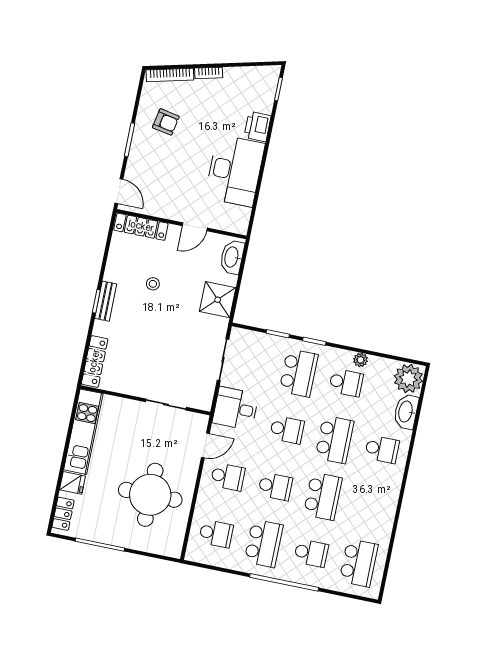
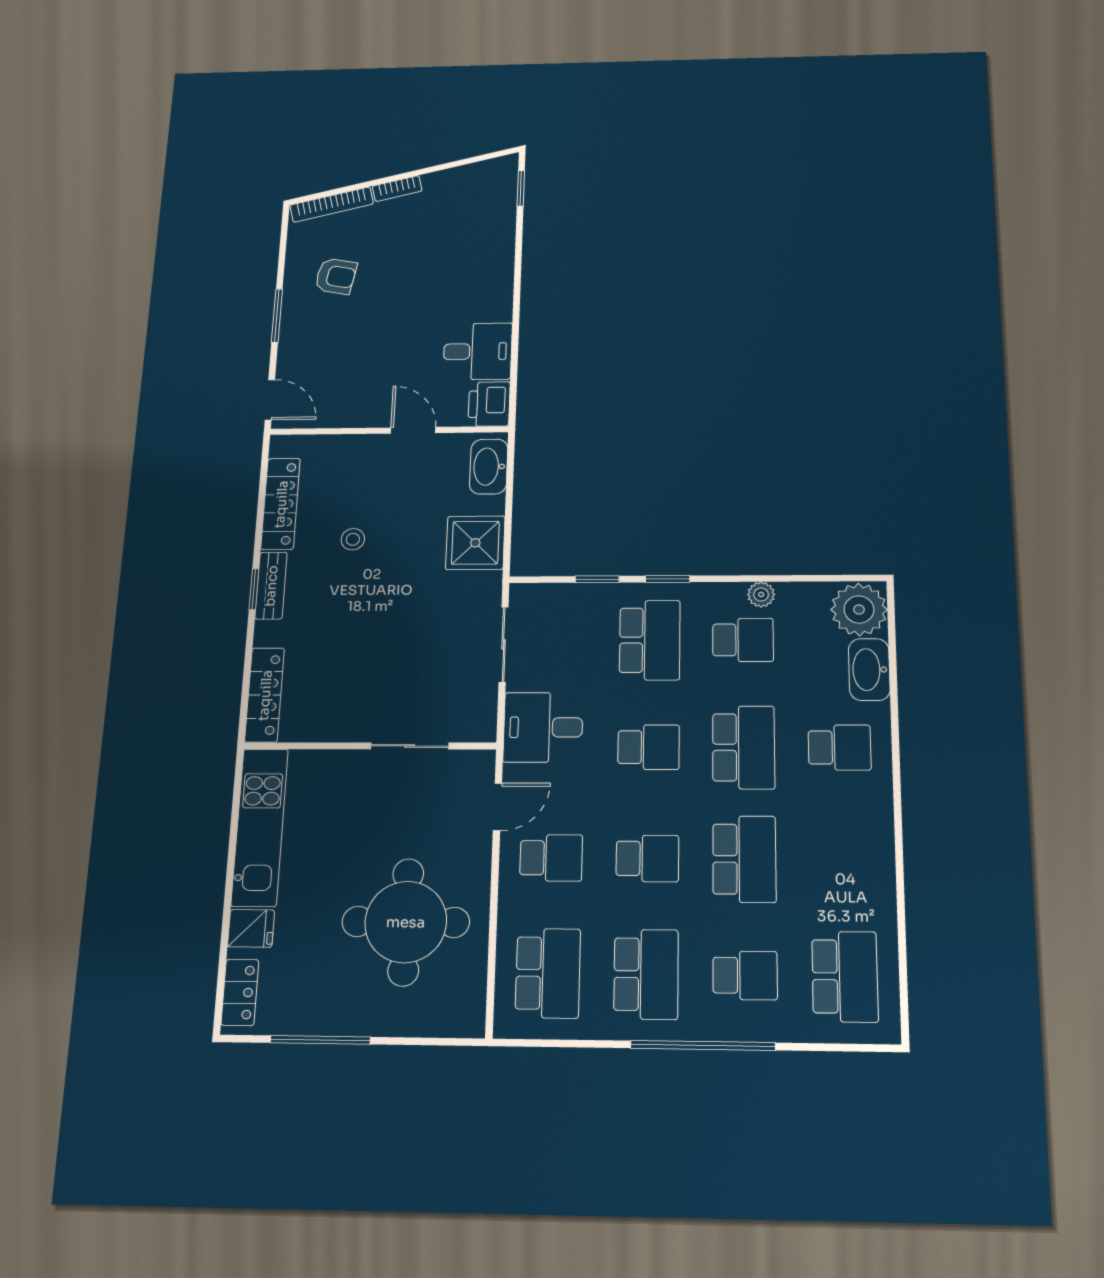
printer: (258, 127) -> (489, 404), moved
desk: (235, 171) -> (478, 351), width x0.53, depth x0.77
locker: (141, 227) -> (281, 504), moved, turned -90
door: (195, 227) -> (413, 430), swing flipped
school desk: (216, 534) -> (548, 973), width x1.85

